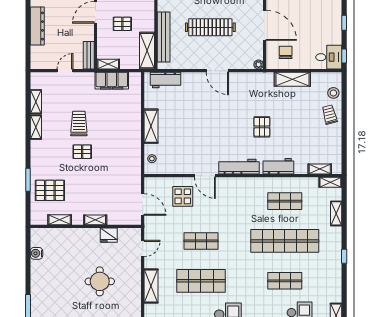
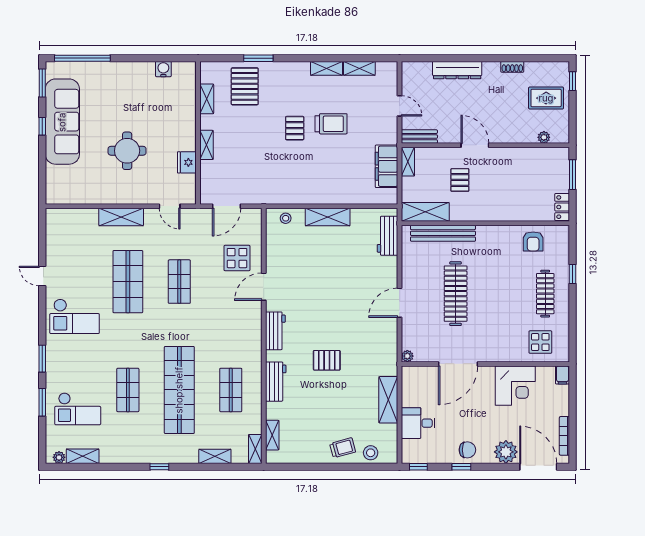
chair: (286, 52) -> (467, 450), moved
desk: (329, 57) -> (418, 423), moved, turned 90
workbench: (239, 167) -> (275, 331), width x0.73

